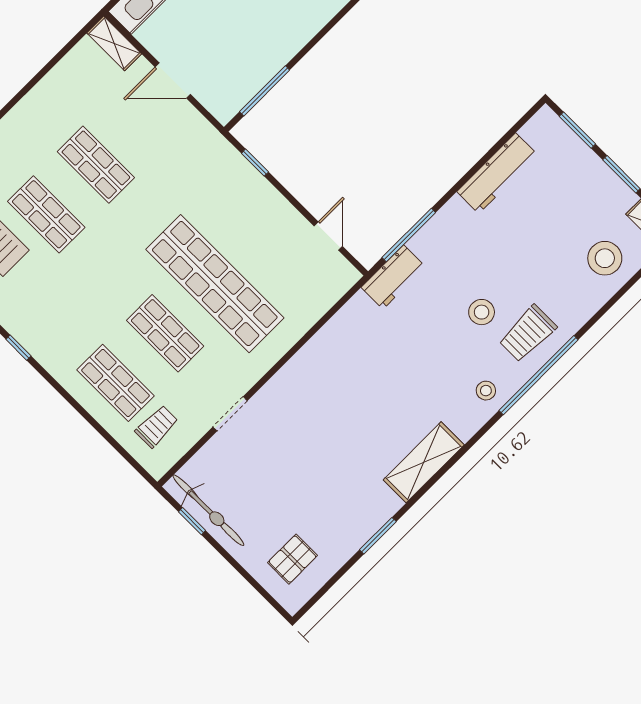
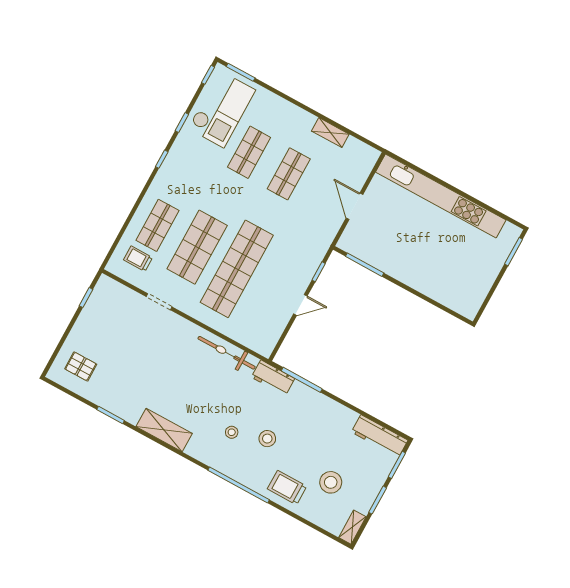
shelving: (114, 43) -> (330, 133), moved, turned 90
workbench: (497, 173) -> (380, 436), moved
door: (328, 236) -> (300, 305), moved
stool: (605, 258) -> (331, 482), moved
shop shelf: (165, 333) -> (197, 247), width x1.43, depth x1.36
trolley: (528, 334) -> (287, 488), moved
stool: (486, 391) -> (232, 432), moved
trolley: (157, 426) -> (138, 259), turned 180
bicycle: (208, 510) -> (227, 353), moved, turned 90

